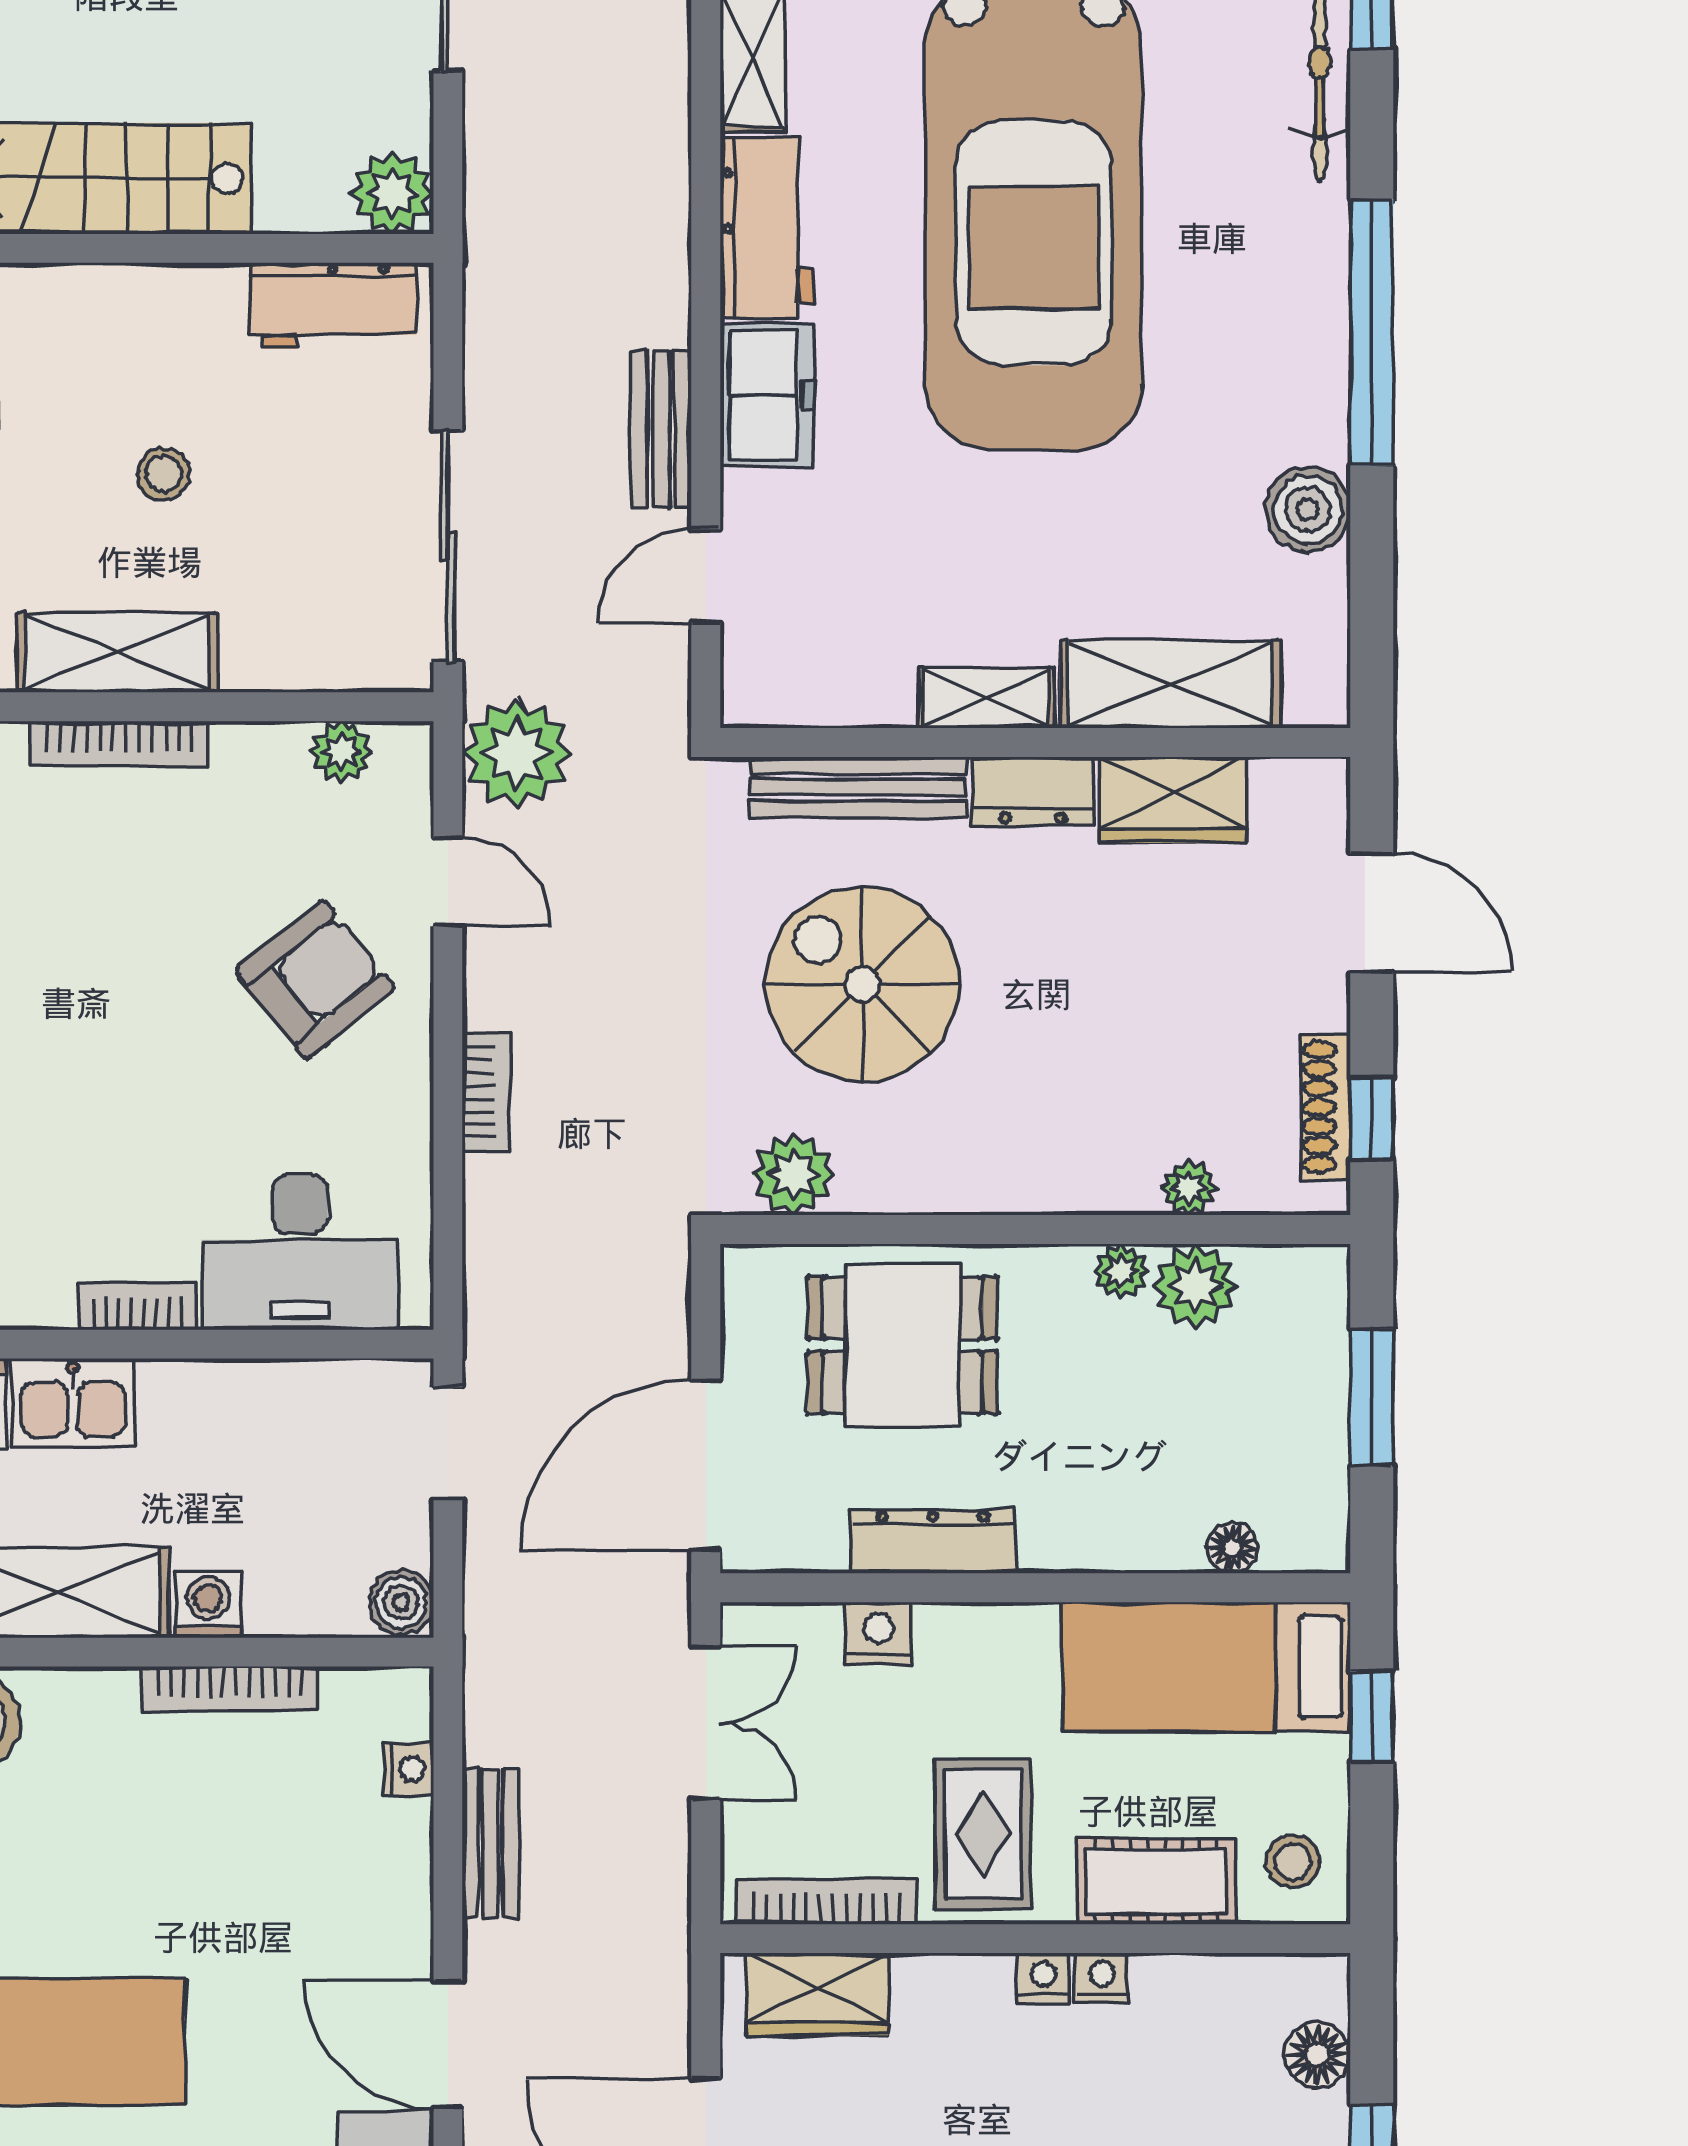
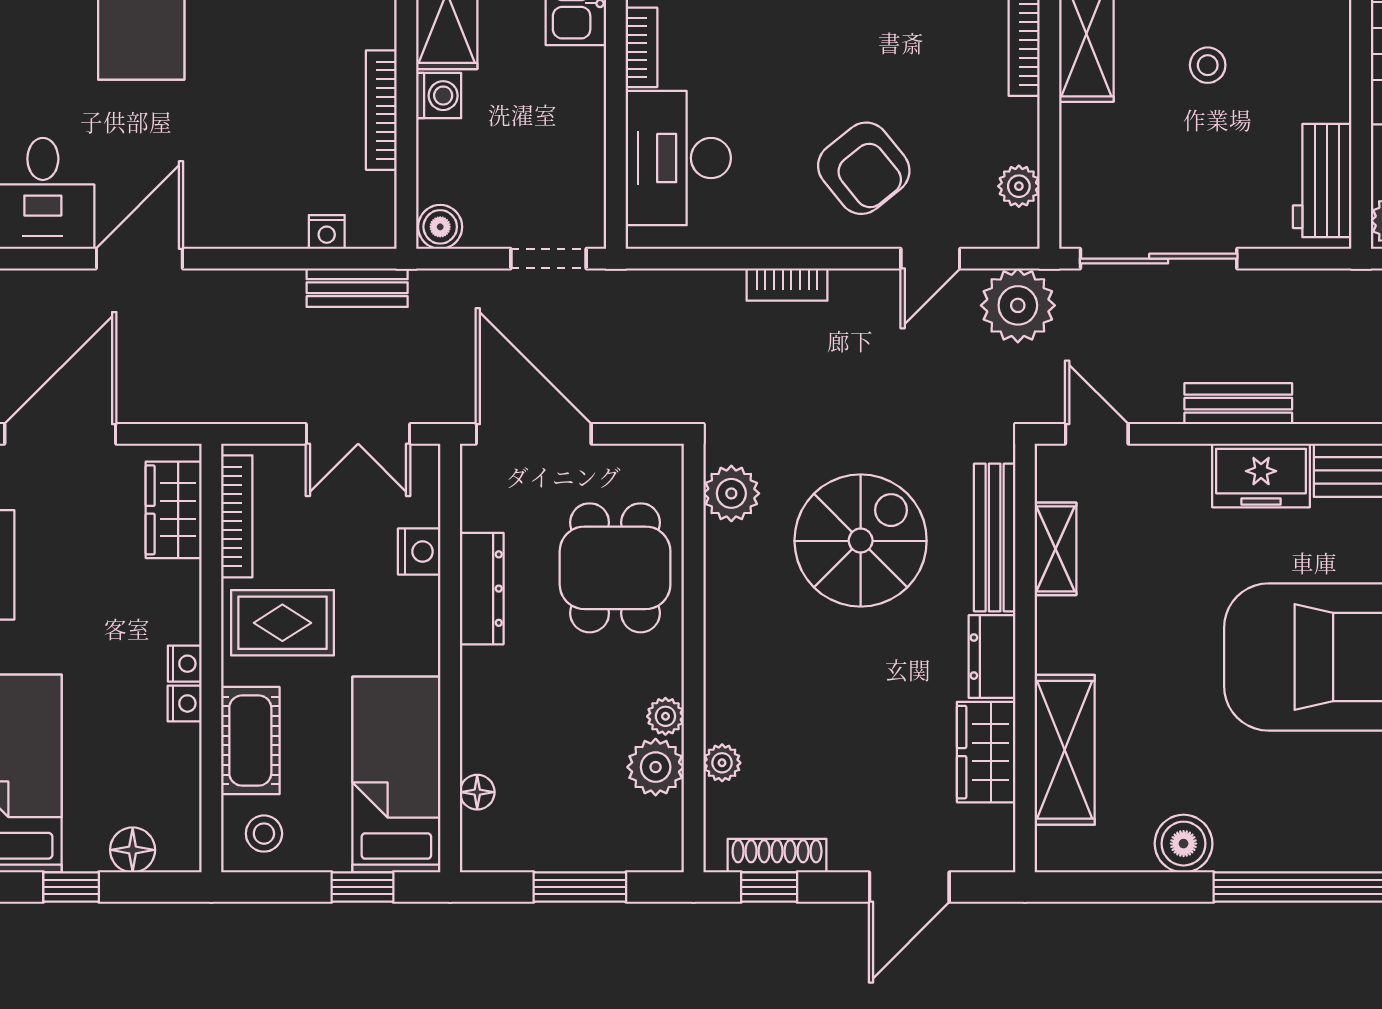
door: (706, 576) -> (1097, 434), moved
shelving: (986, 698) -> (1056, 549), moved
bench: (491, 1843) -> (357, 288), moved

